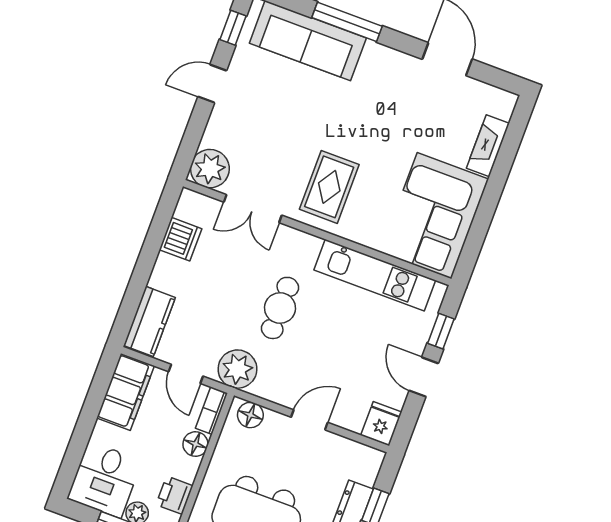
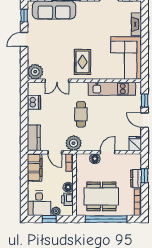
floor lamp: (250, 415) -> (95, 159), moved
floor lamp: (195, 444) -> (68, 187), moved

